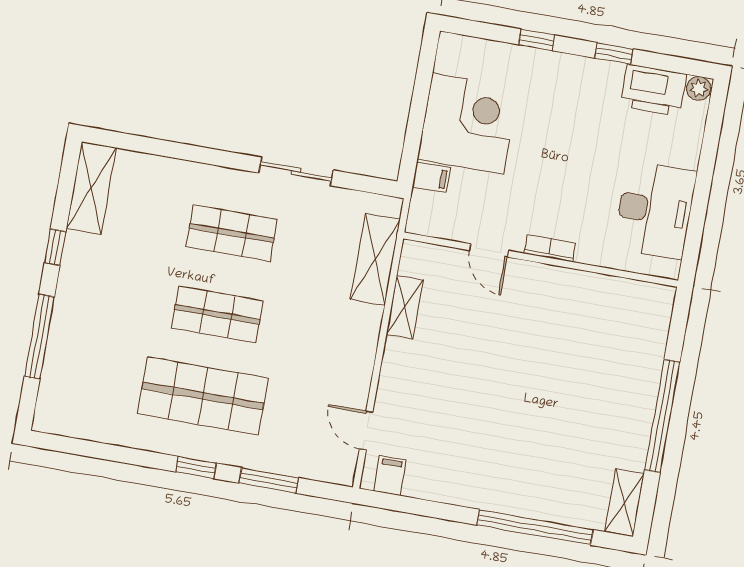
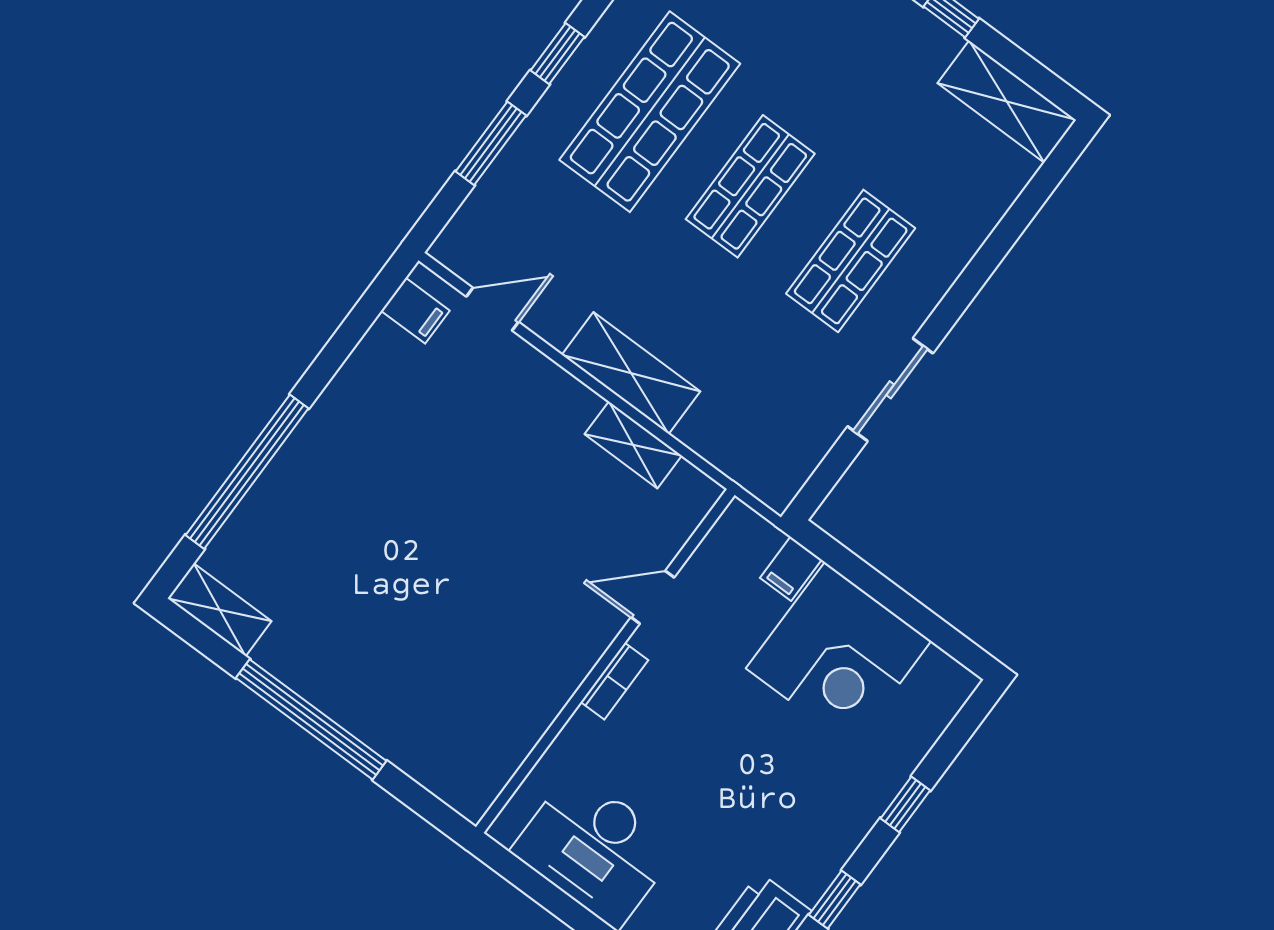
shelving: (375, 259) -> (631, 373), moved

